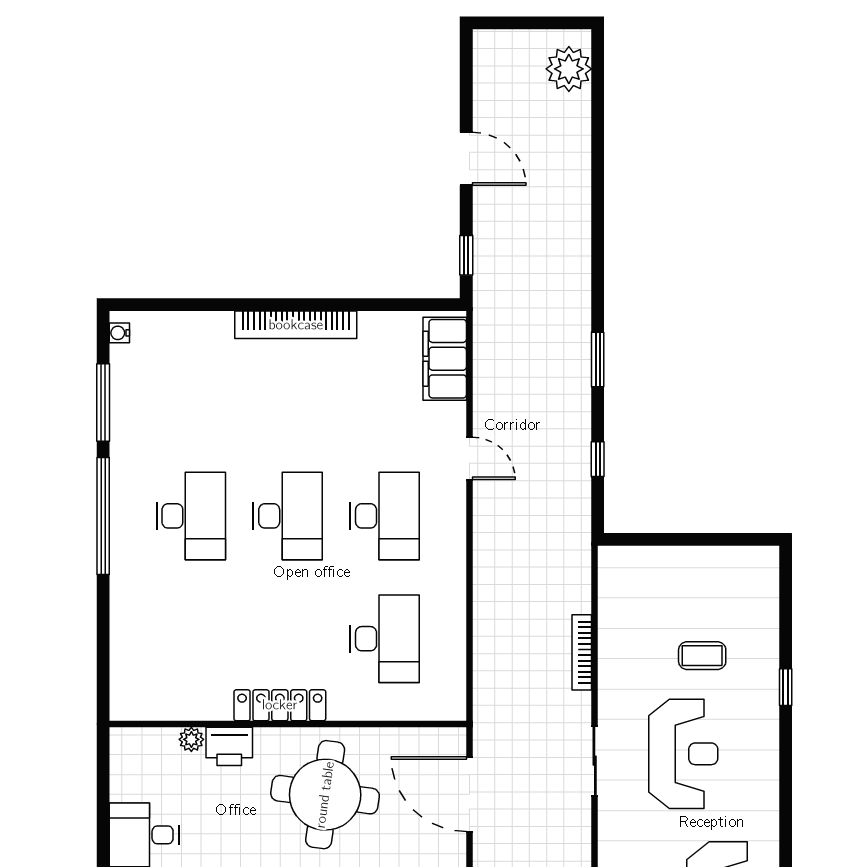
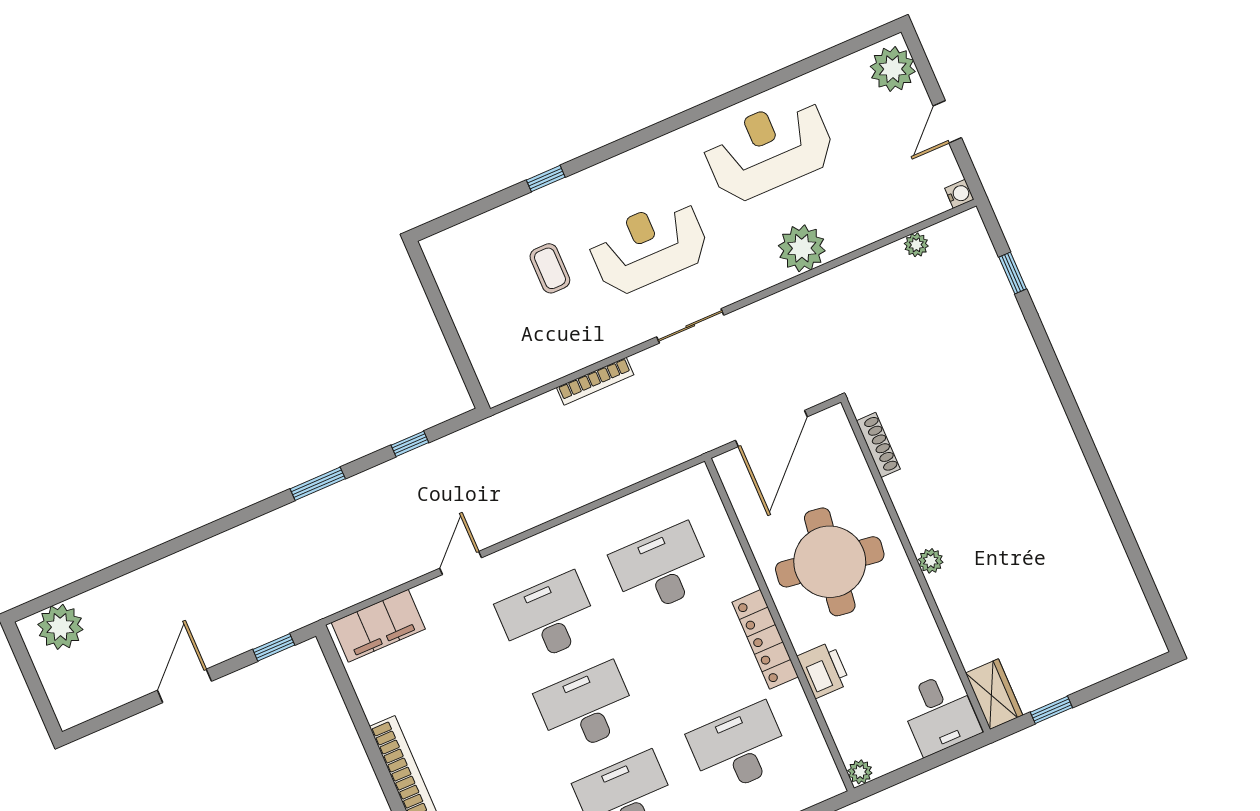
desk: (191, 639) -> (739, 748), added
plant: (191, 739) -> (860, 772), moved

